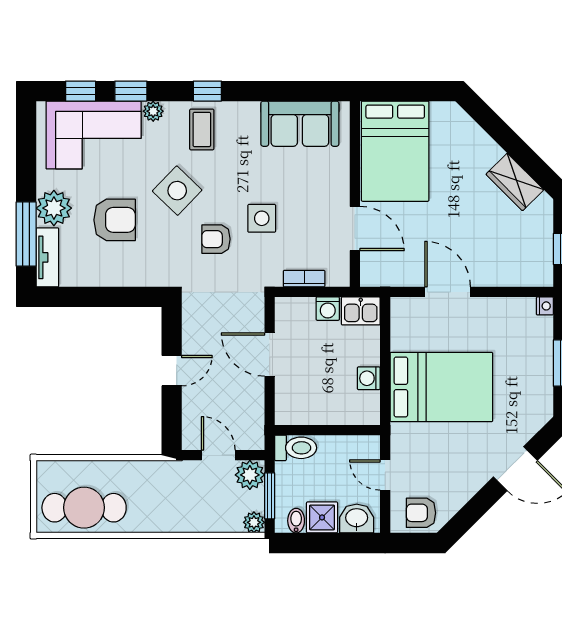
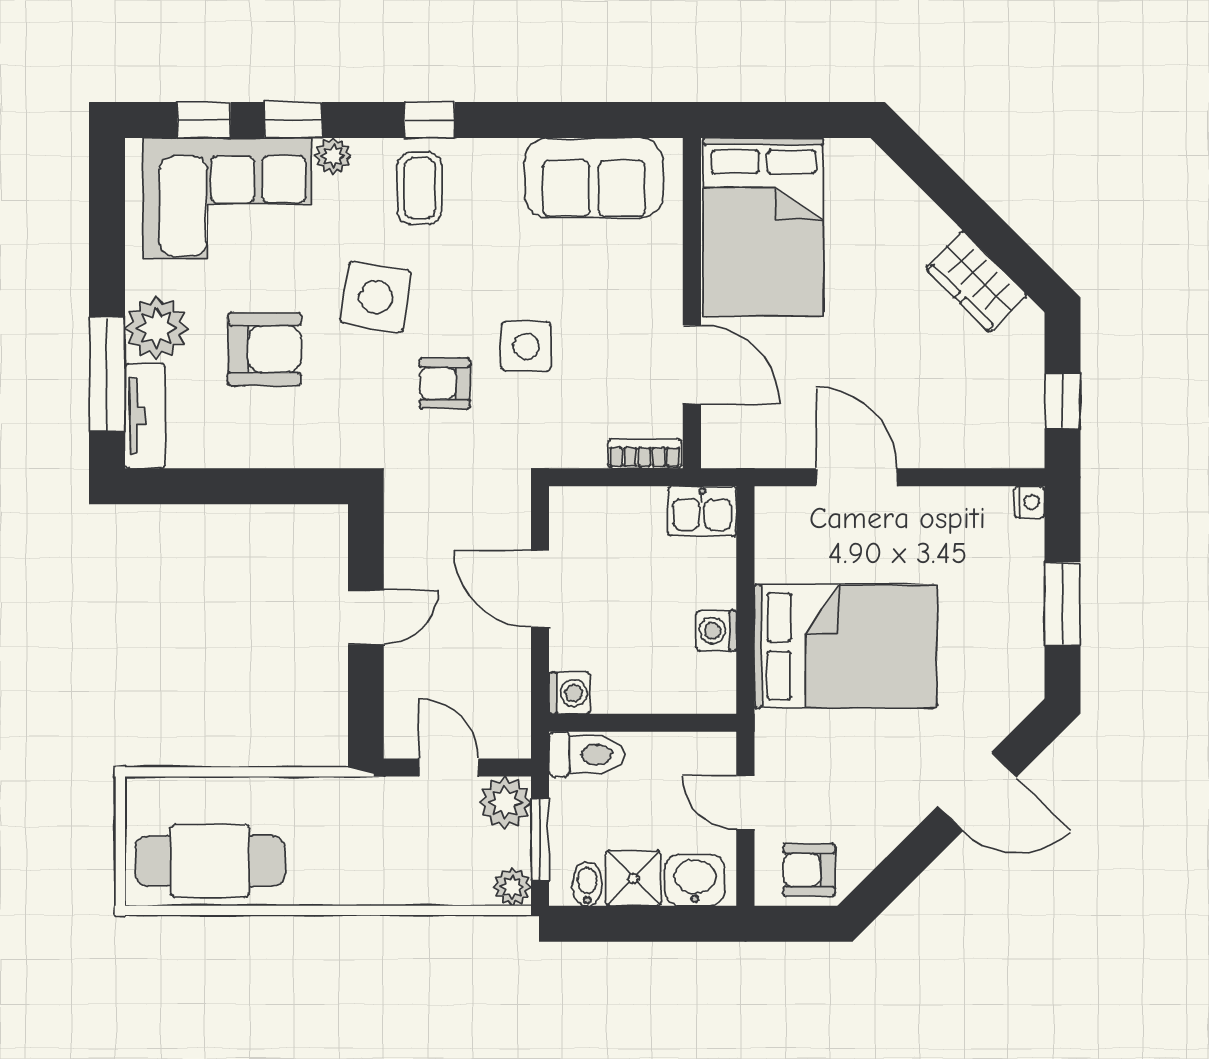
side table: (177, 191) -> (376, 297), turned -35
bookcase: (304, 279) -> (645, 454), moved
washing machine: (328, 309) -> (570, 693), moved, turned -90

